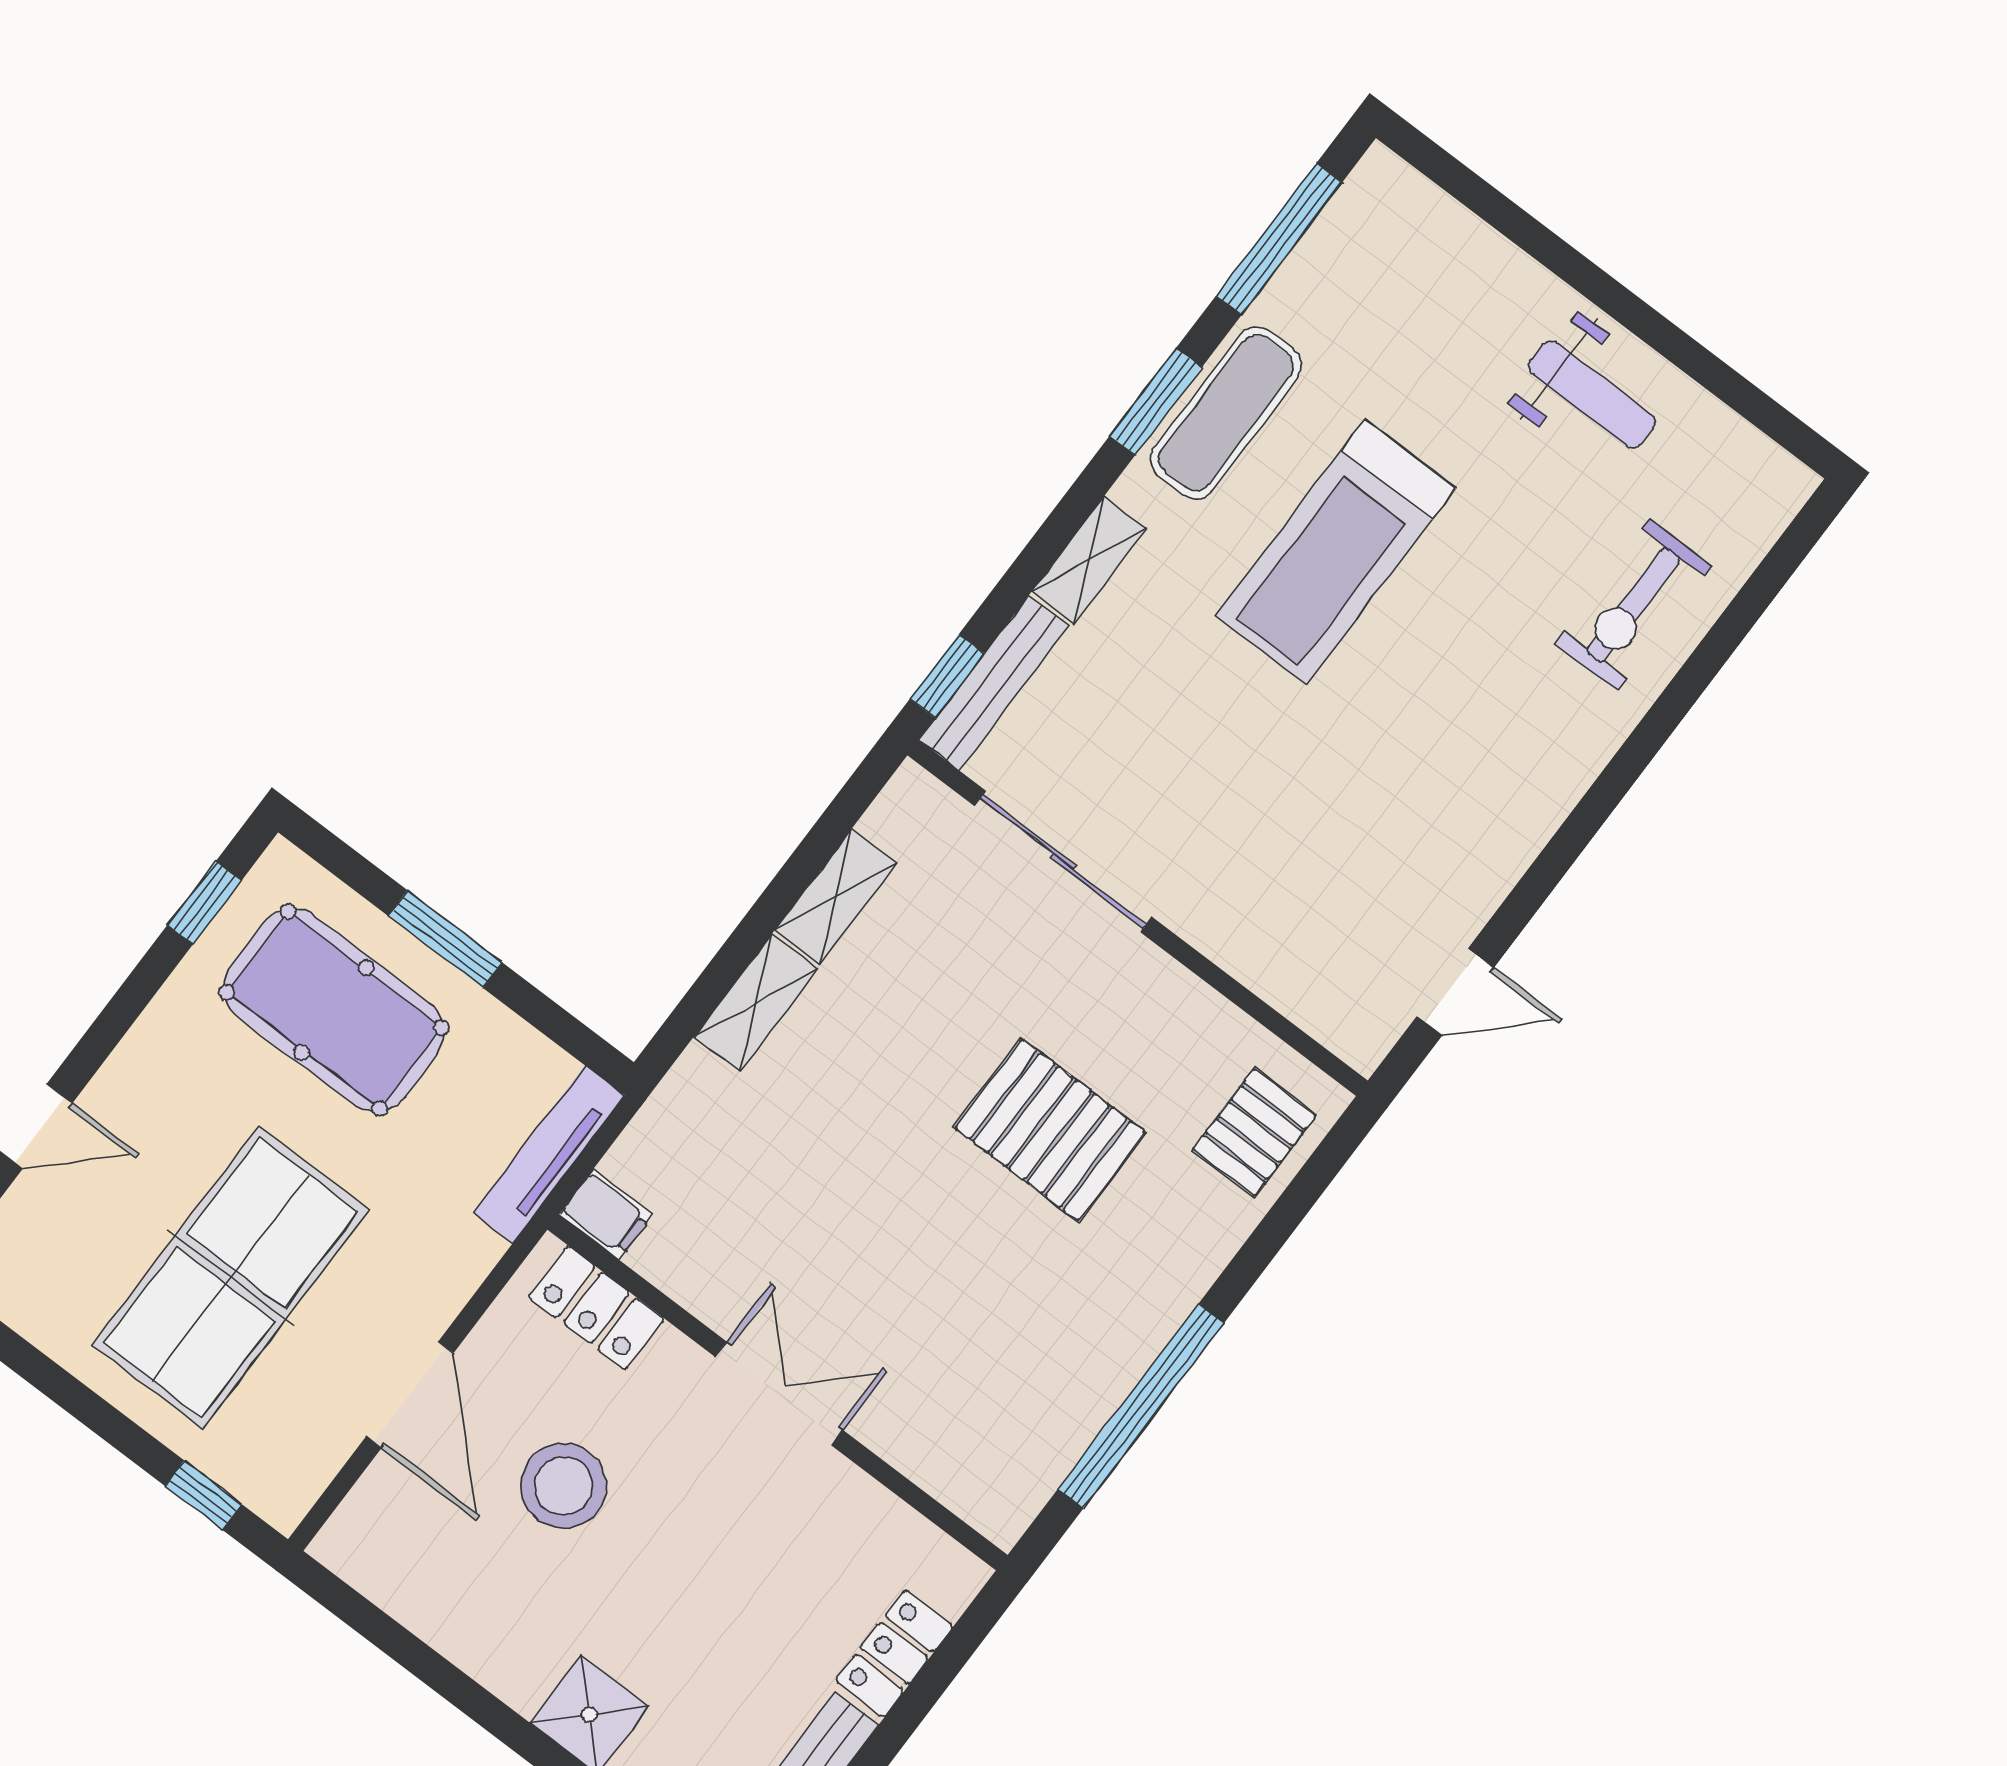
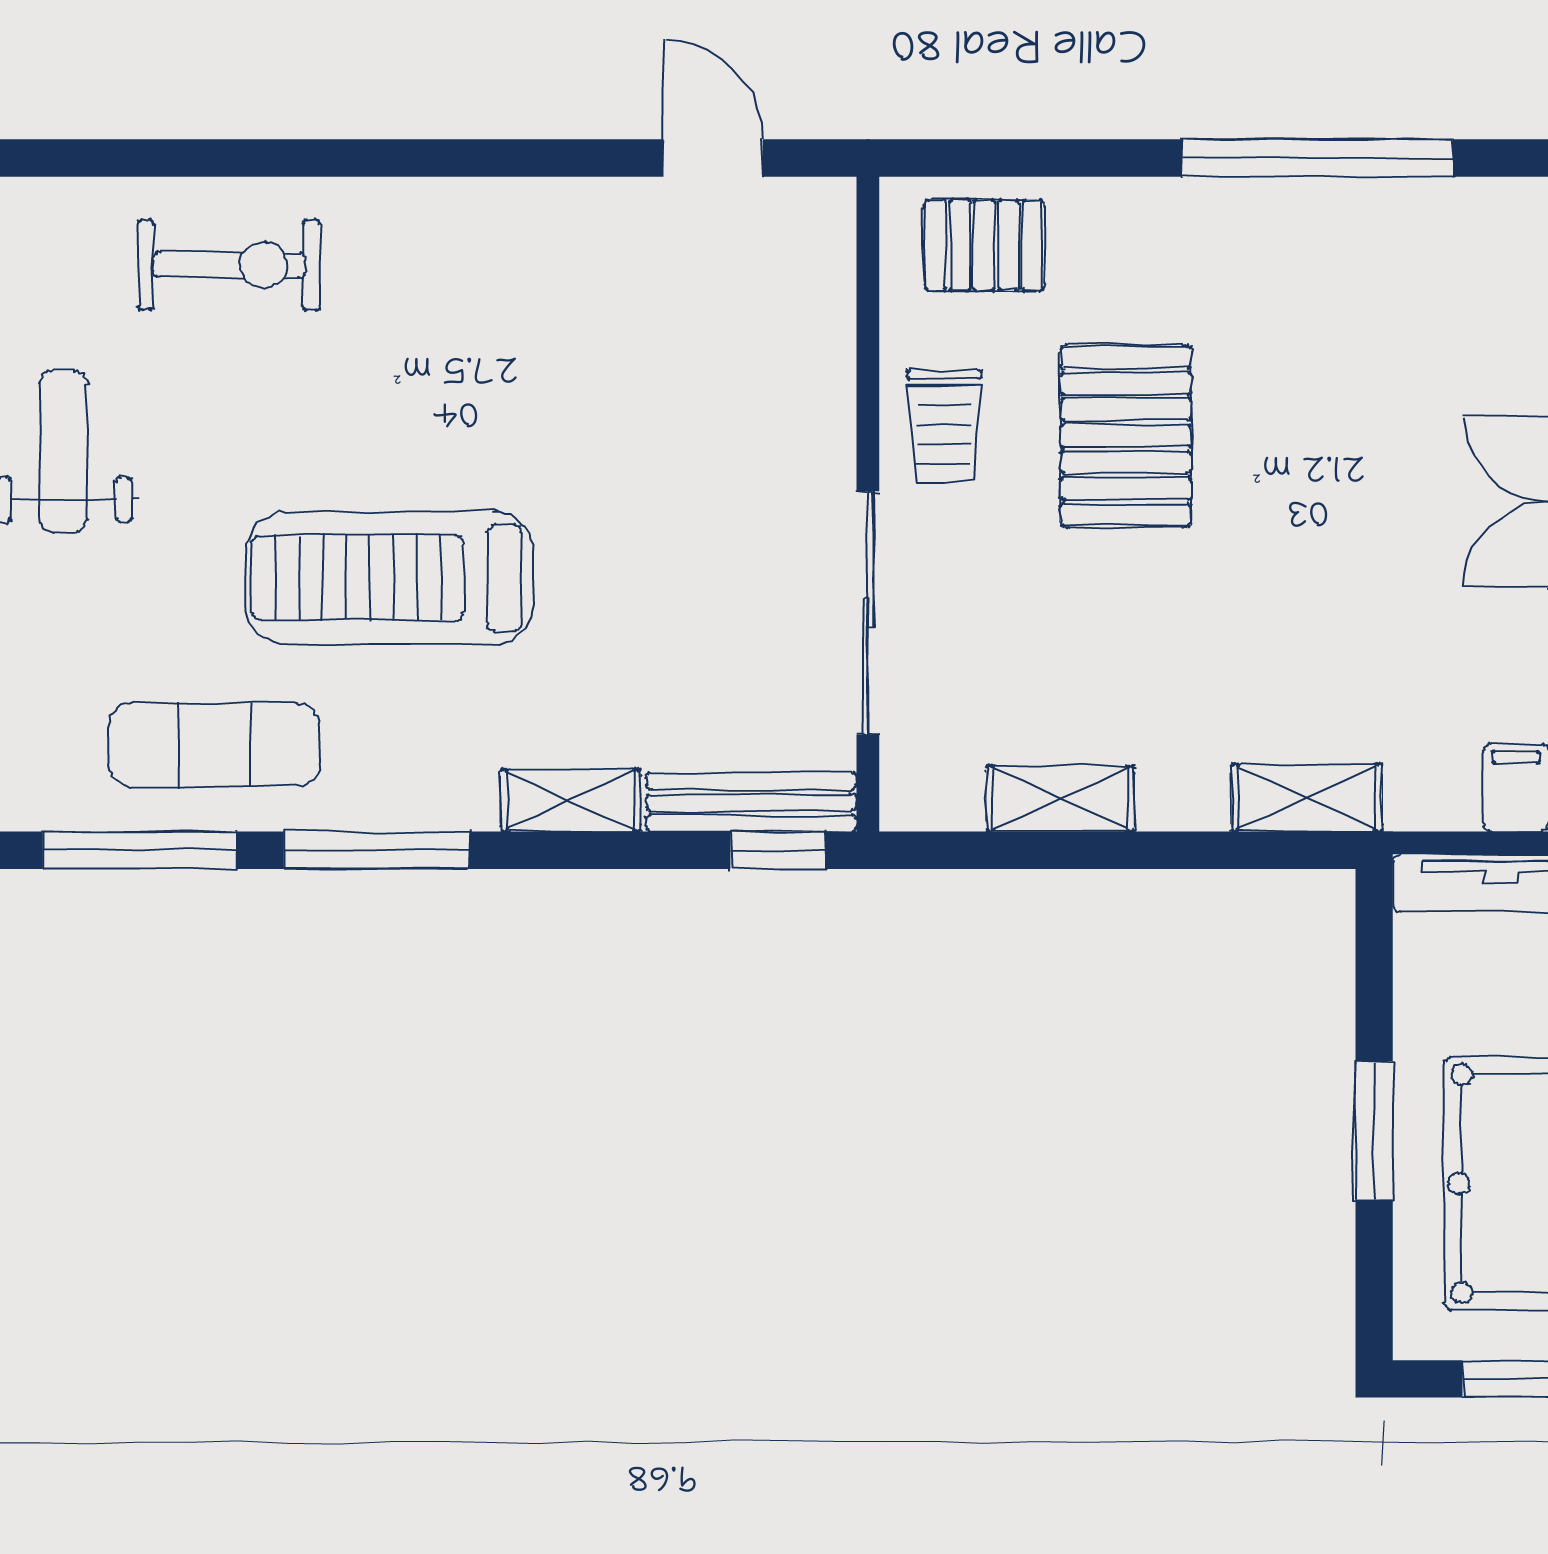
window: (1156, 401) -> (377, 850), width x1.44
exercise mat: (1226, 413) -> (214, 745), moved
treadmill: (1336, 552) -> (389, 578), turned 180
shelving: (756, 1003) -> (1307, 798), moved
trolley: (1152, 1010) -> (944, 426), added

